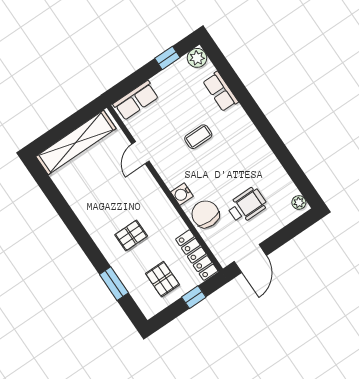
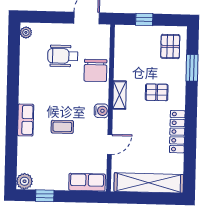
row of seats: (221, 92) -> (26, 120), moved
water cooler: (182, 194) -> (101, 111), moved
shelving: (165, 207) -> (119, 95), added
locker: (197, 255) -> (177, 132), moved, turned 180
pallet: (162, 279) -> (170, 46), moved

